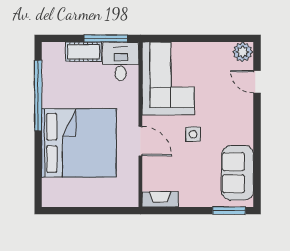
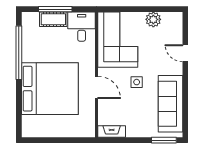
window: (106, 38) -> (55, 9), moved
plant: (243, 52) -> (153, 19), moved
door: (257, 82) -> (185, 53), moved
sofa: (238, 173) -> (170, 104), width x1.36

